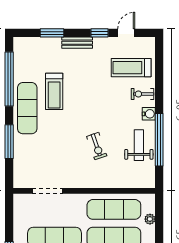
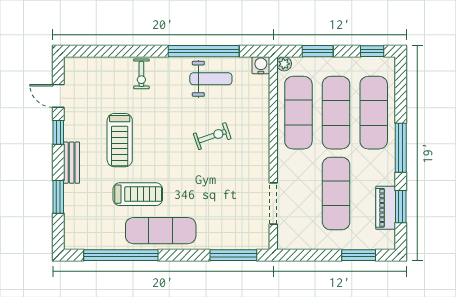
treadmill: (131, 68) -> (120, 140), moved
water cooler: (149, 114) -> (261, 65), moved
window: (9, 142) -> (233, 255), moved
weight bench: (139, 145) -> (211, 79), turned 180
plant: (150, 219) -> (284, 64), moved
window: (159, 224) -> (318, 51), added

